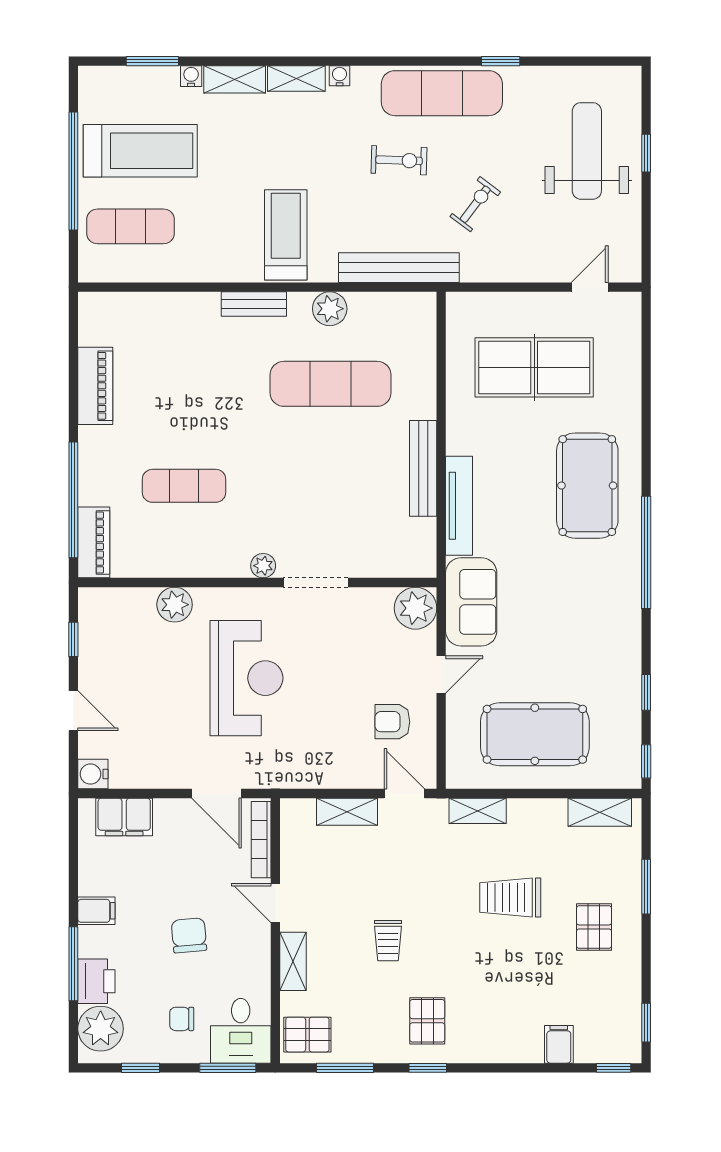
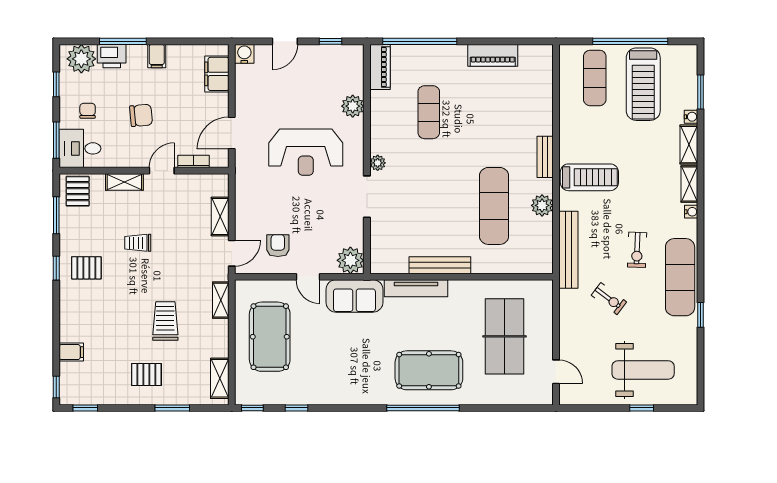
piano: (94, 542) -> (380, 67), moved, turned -90
window: (646, 552) -> (423, 408), moved
bookcase: (261, 840) -> (194, 161), width x0.64

